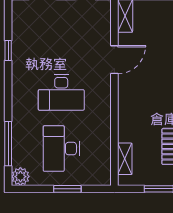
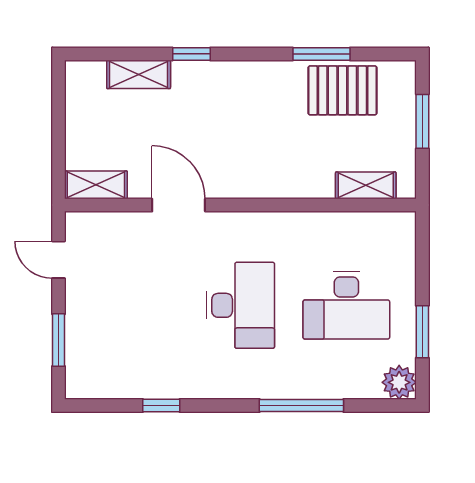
window: (8, 144) -> (301, 406), moved
window: (67, 189) -> (422, 332), moved

